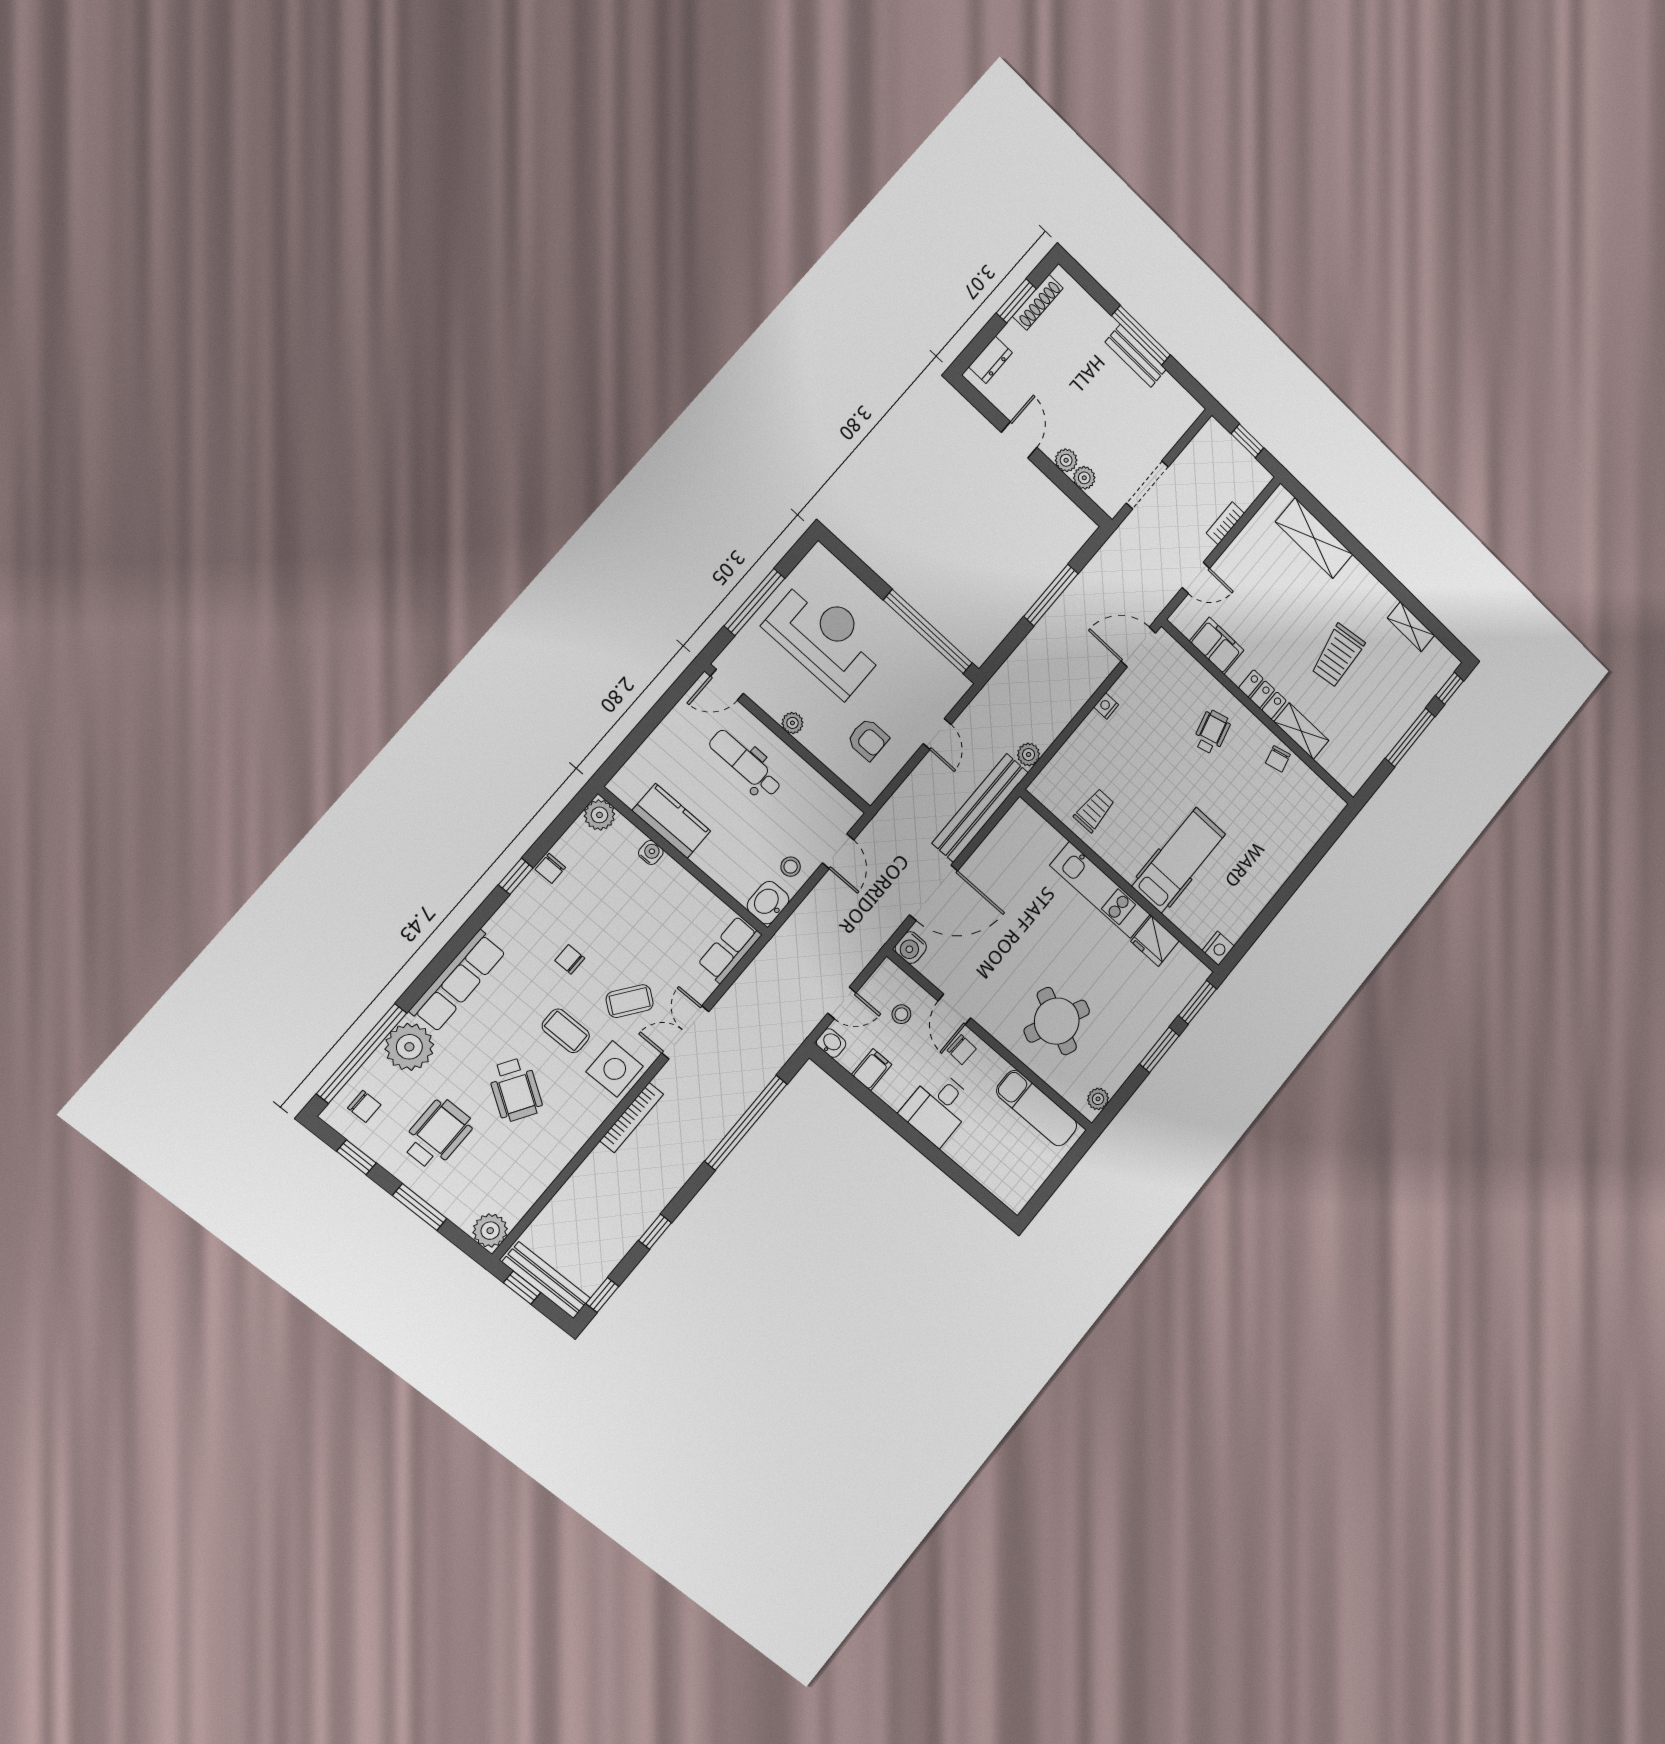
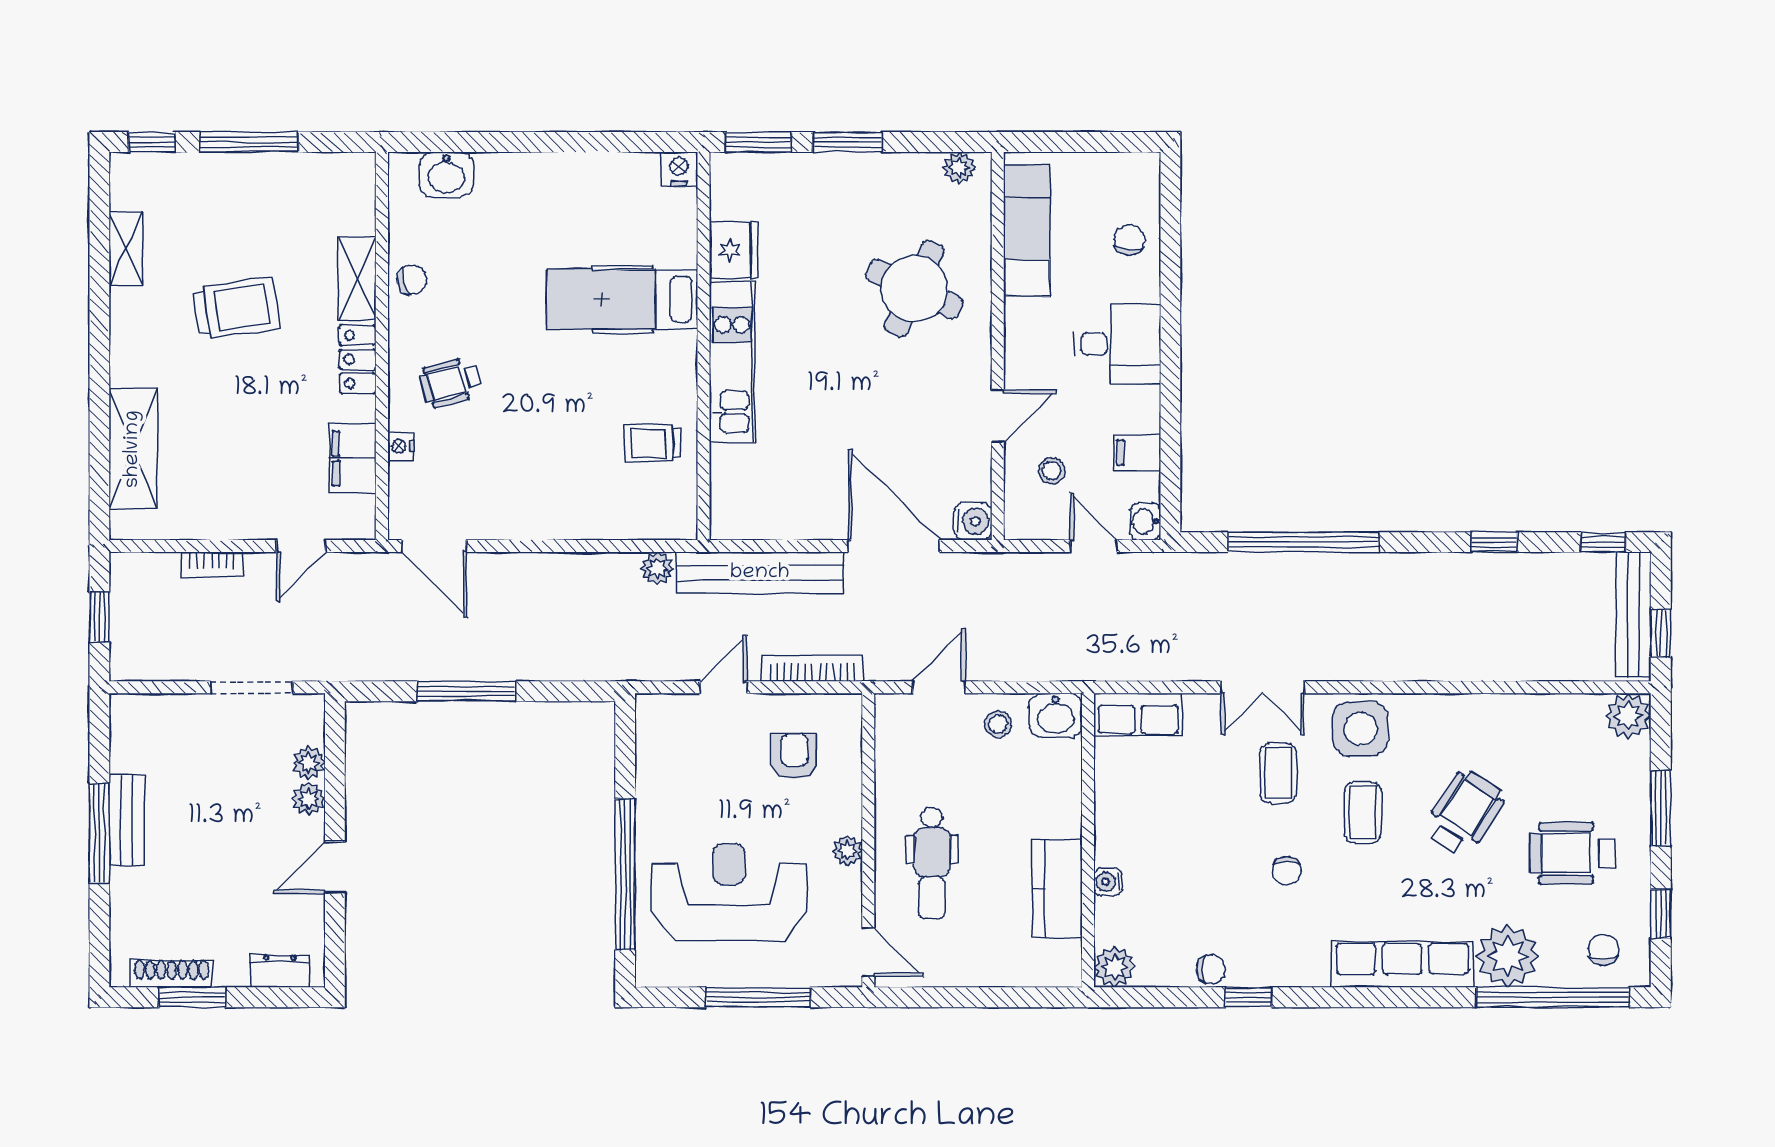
door: (1196, 578) -> (301, 546), swing flipped
window: (928, 632) -> (625, 875), moved
reception desk: (825, 638) -> (729, 893), turned 90
nightstand: (1106, 706) -> (401, 446), moved, turned 90
washbasin: (1314, 824) -> (446, 174), added
coffee table: (630, 1001) -> (1278, 773), turned 53
chair: (962, 1050) -> (1129, 240), moved
bookcase: (632, 1117) -> (812, 668), moved

